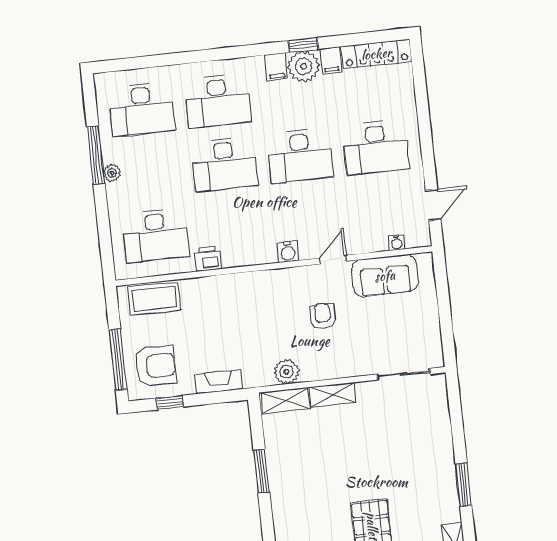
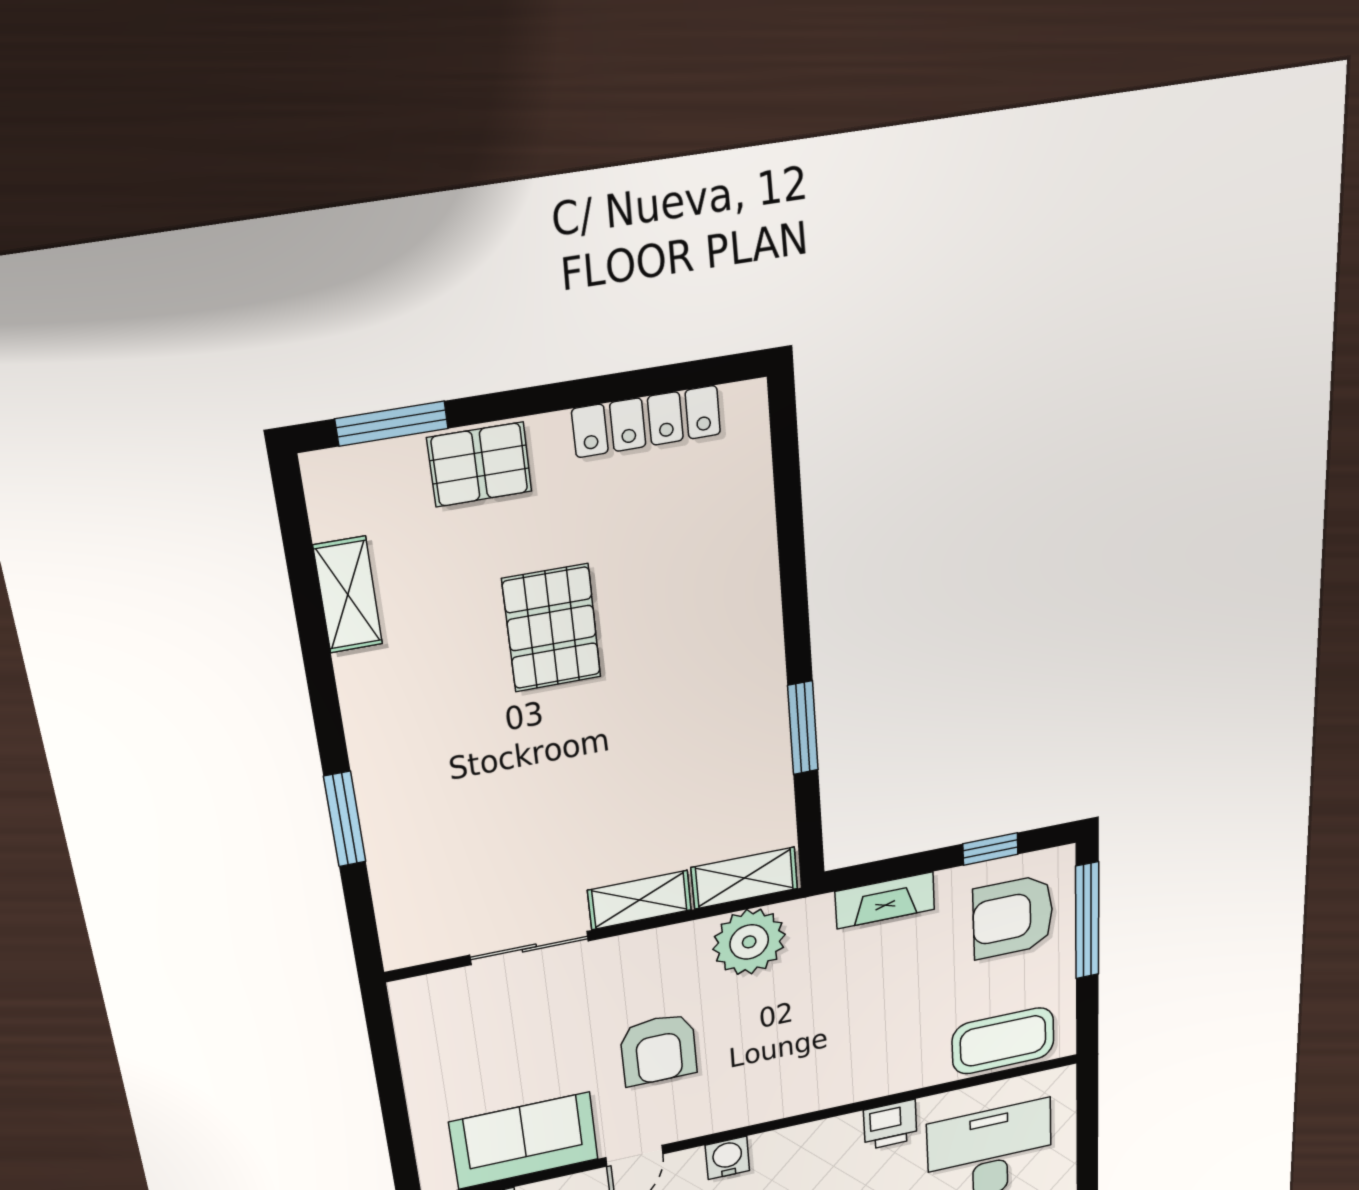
armchair: (323, 316) -> (659, 1049), width x1.38, depth x1.38
plant: (287, 372) -> (749, 942), width x1.36, depth x1.36
sliding door: (404, 374) -> (529, 948), moved
window: (464, 485) -> (345, 819), moved

